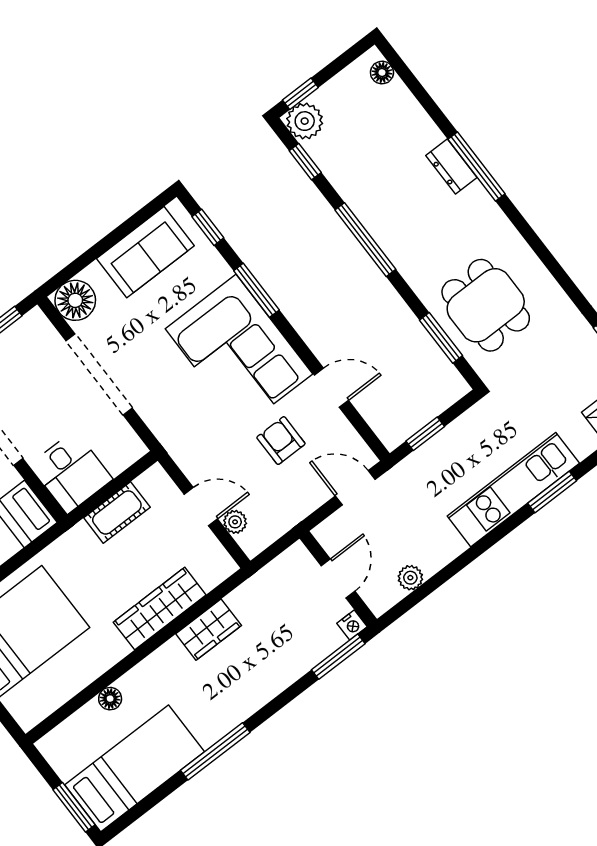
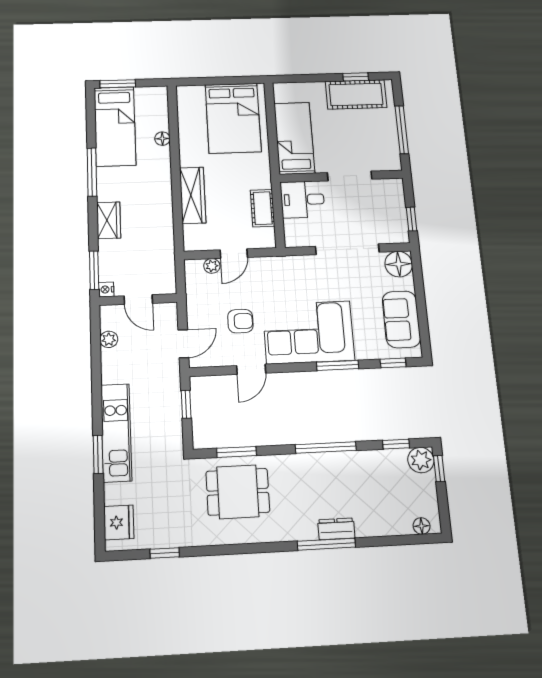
wardrobe: (209, 630) -> (109, 220), moved, turned 180

